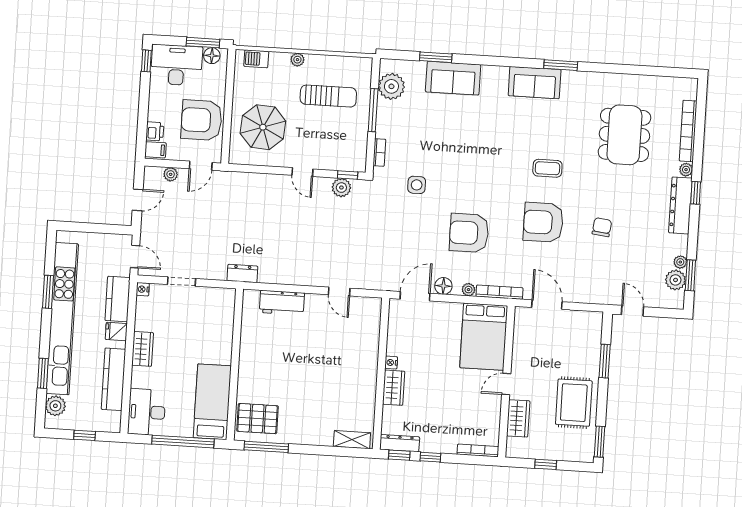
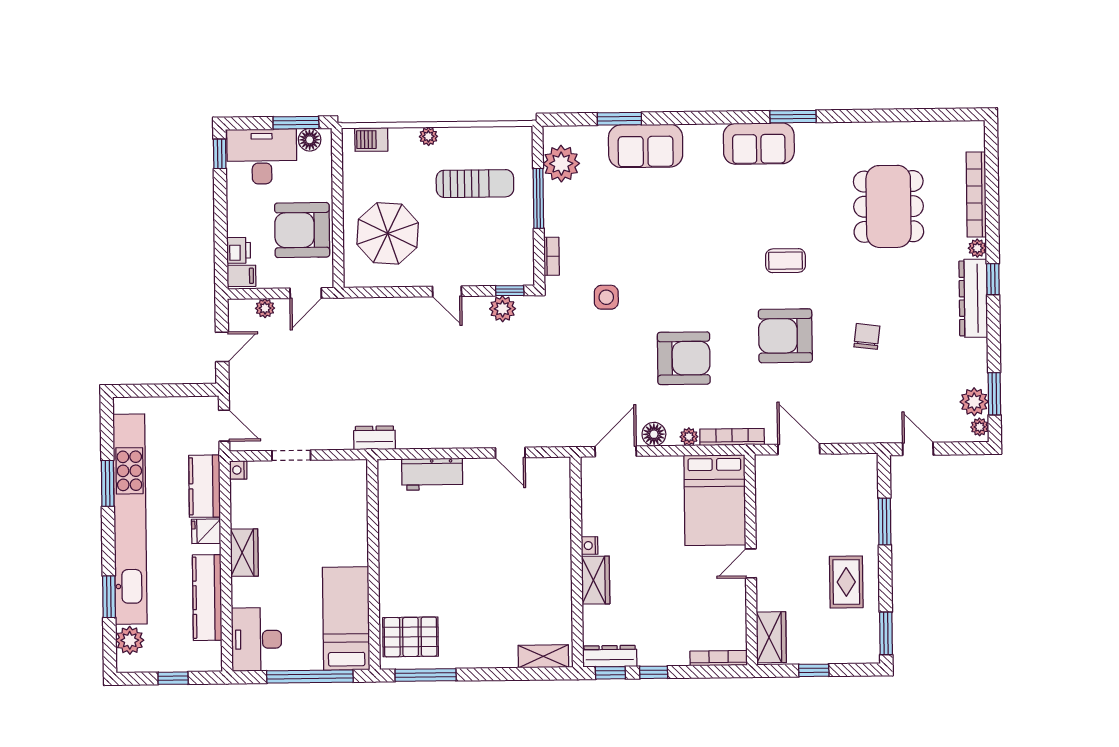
armchair: (469, 233) -> (684, 358), turned 180
plant: (680, 262) -> (980, 427), moved
rug: (574, 403) -> (846, 582), width x0.73, depth x0.70
wardrobe: (518, 418) -> (771, 637), moved

